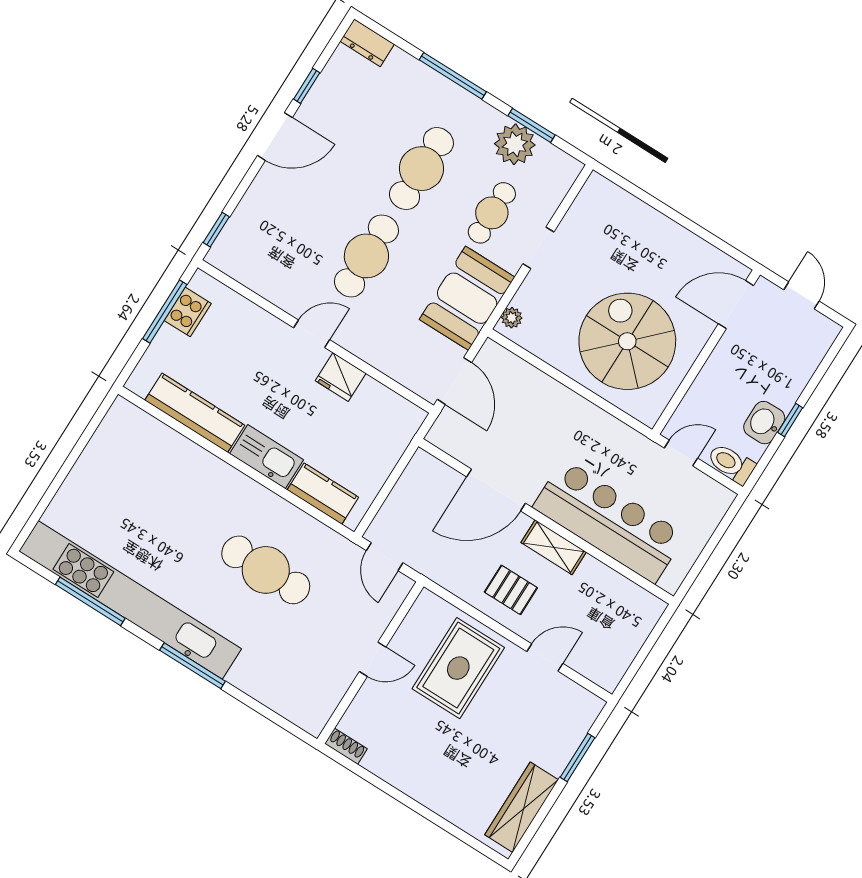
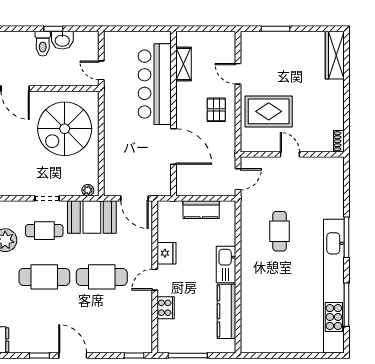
cooker: (188, 312) -> (166, 308), moved, turned 90
door: (312, 334) -> (155, 280), hinge flipped
door: (454, 381) -> (135, 198), swing flipped
toilet: (731, 464) -> (43, 44), moved
kitchen counter: (323, 494) -> (201, 210), moved, turned -90
shelving: (554, 547) -> (183, 64), moved
cafe table: (266, 570) -> (280, 231), width x0.73, depth x0.74
wardrobe: (522, 807) -> (335, 55), moved, turned 90

